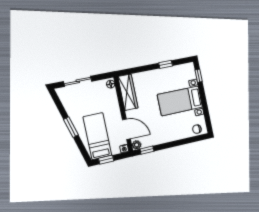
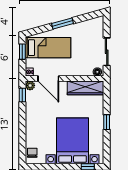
window: (166, 64) -> (107, 122), moved
sliding door: (78, 81) -> (107, 52), moved
bed with nightstands: (180, 101) -> (73, 141), width x1.36
door: (126, 129) -> (48, 78), hinge flipped

